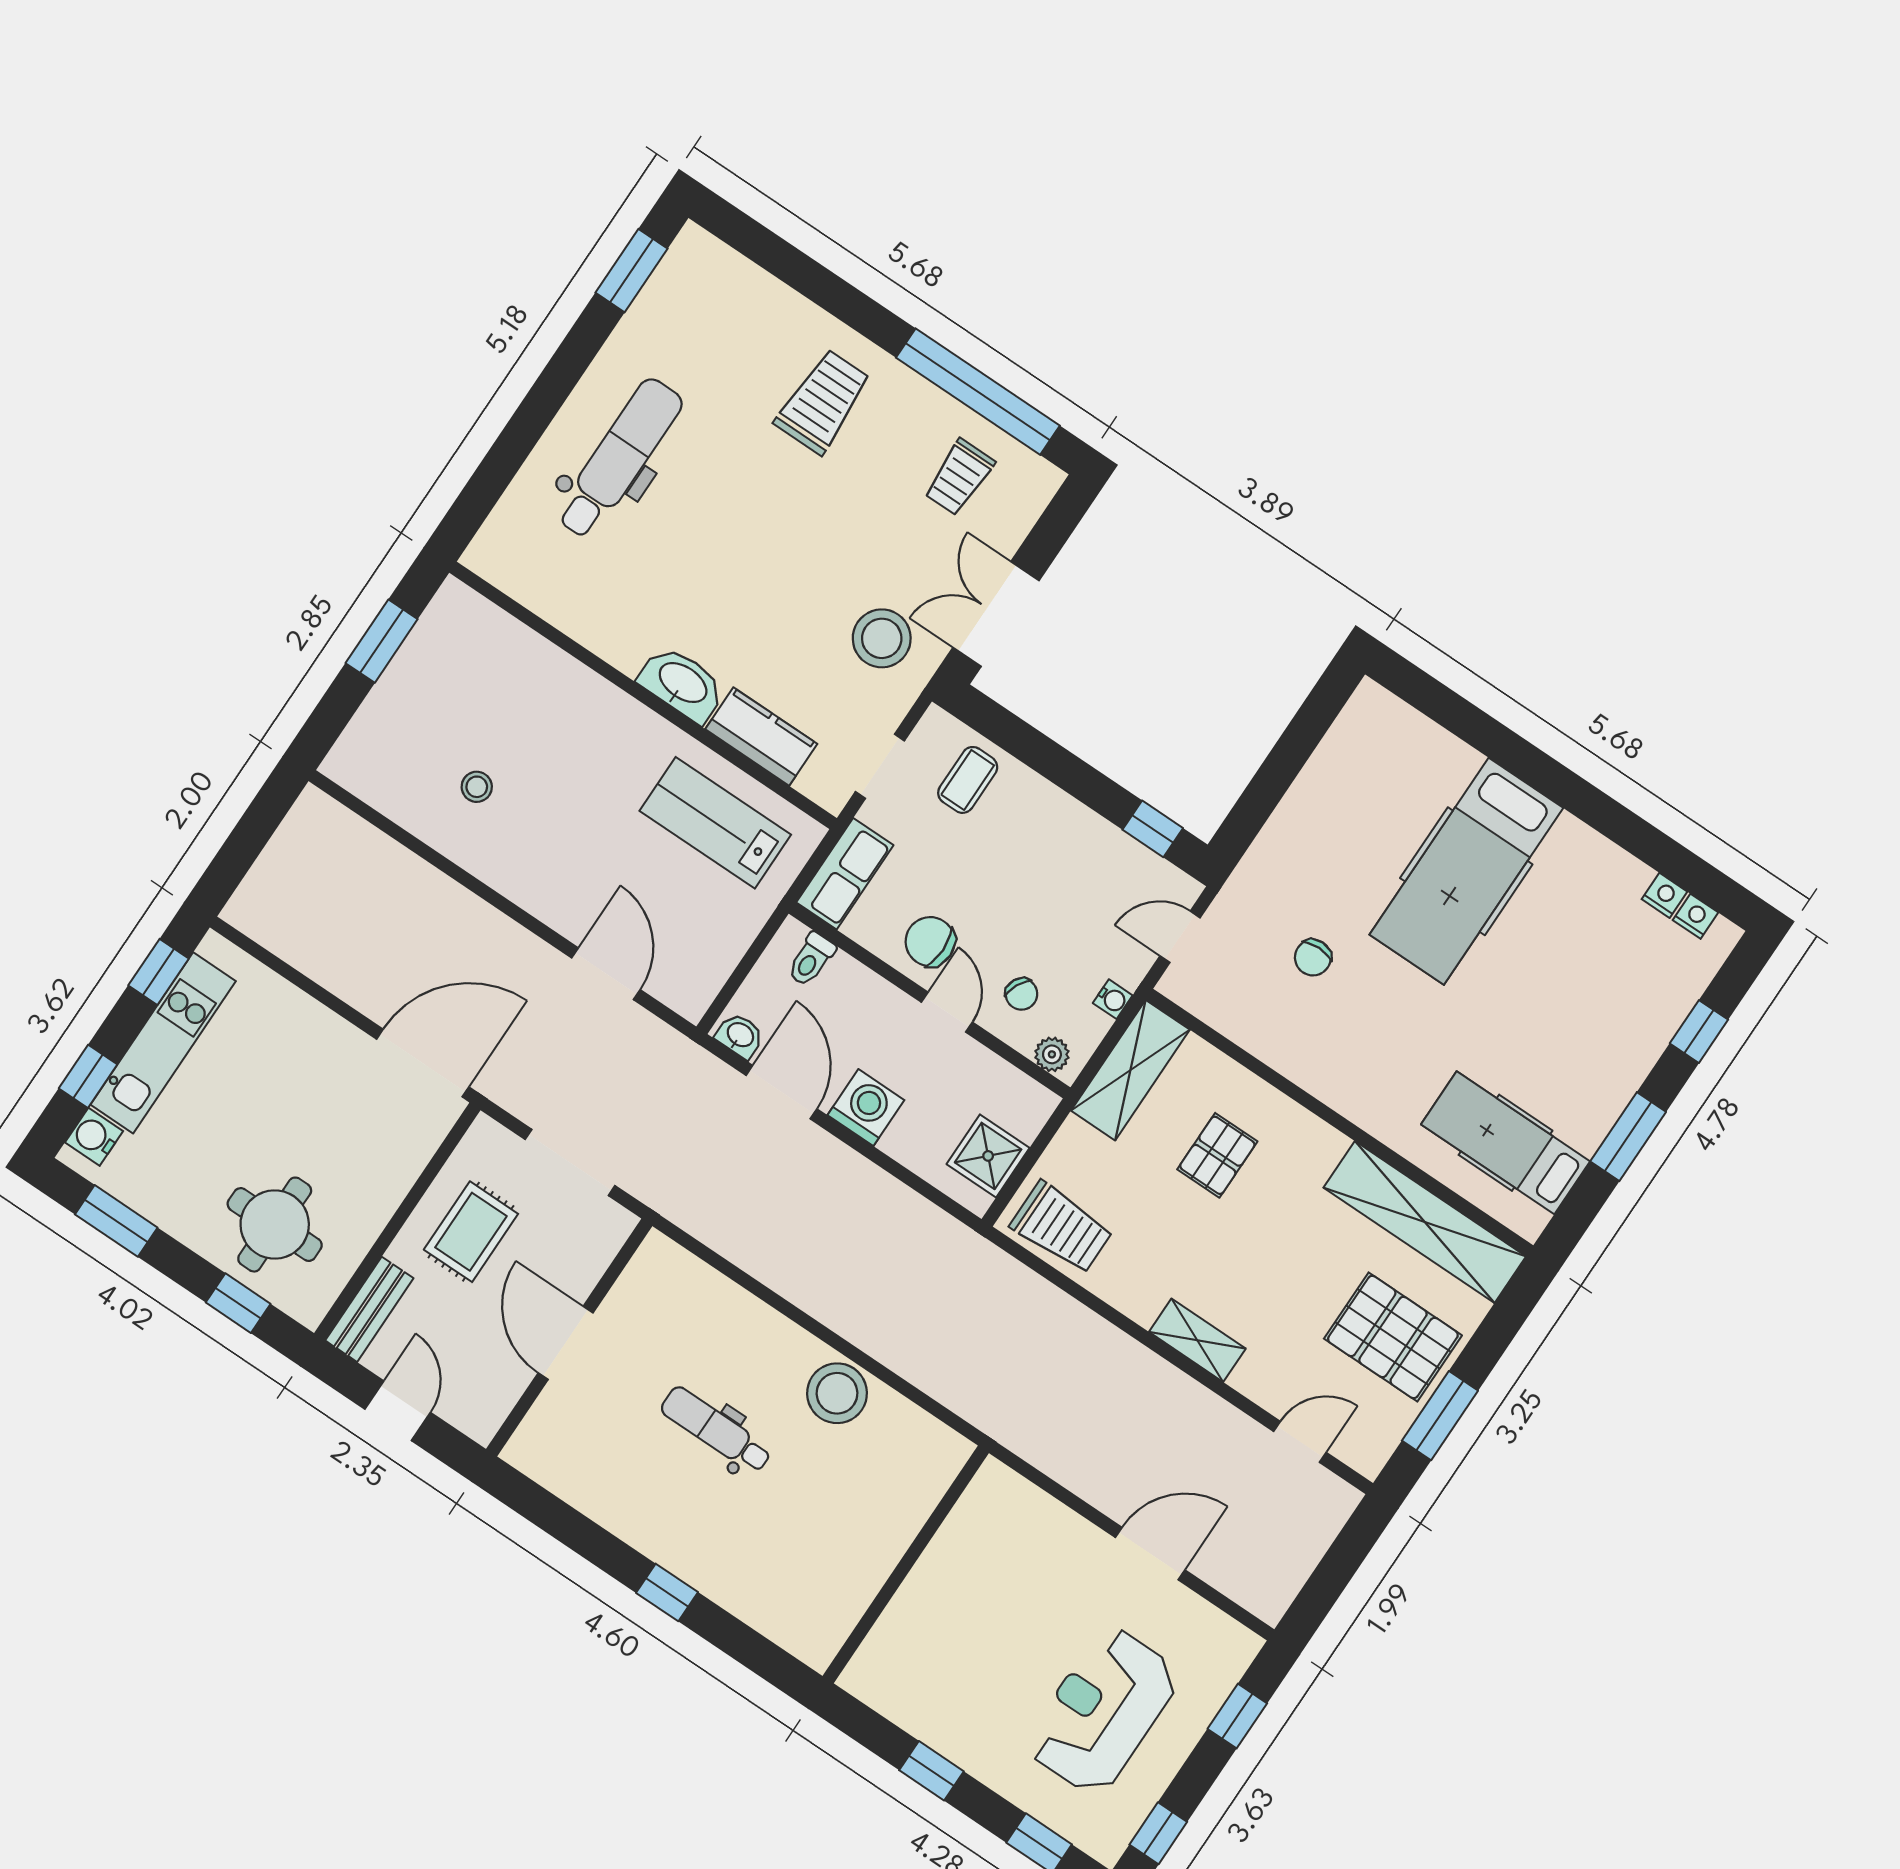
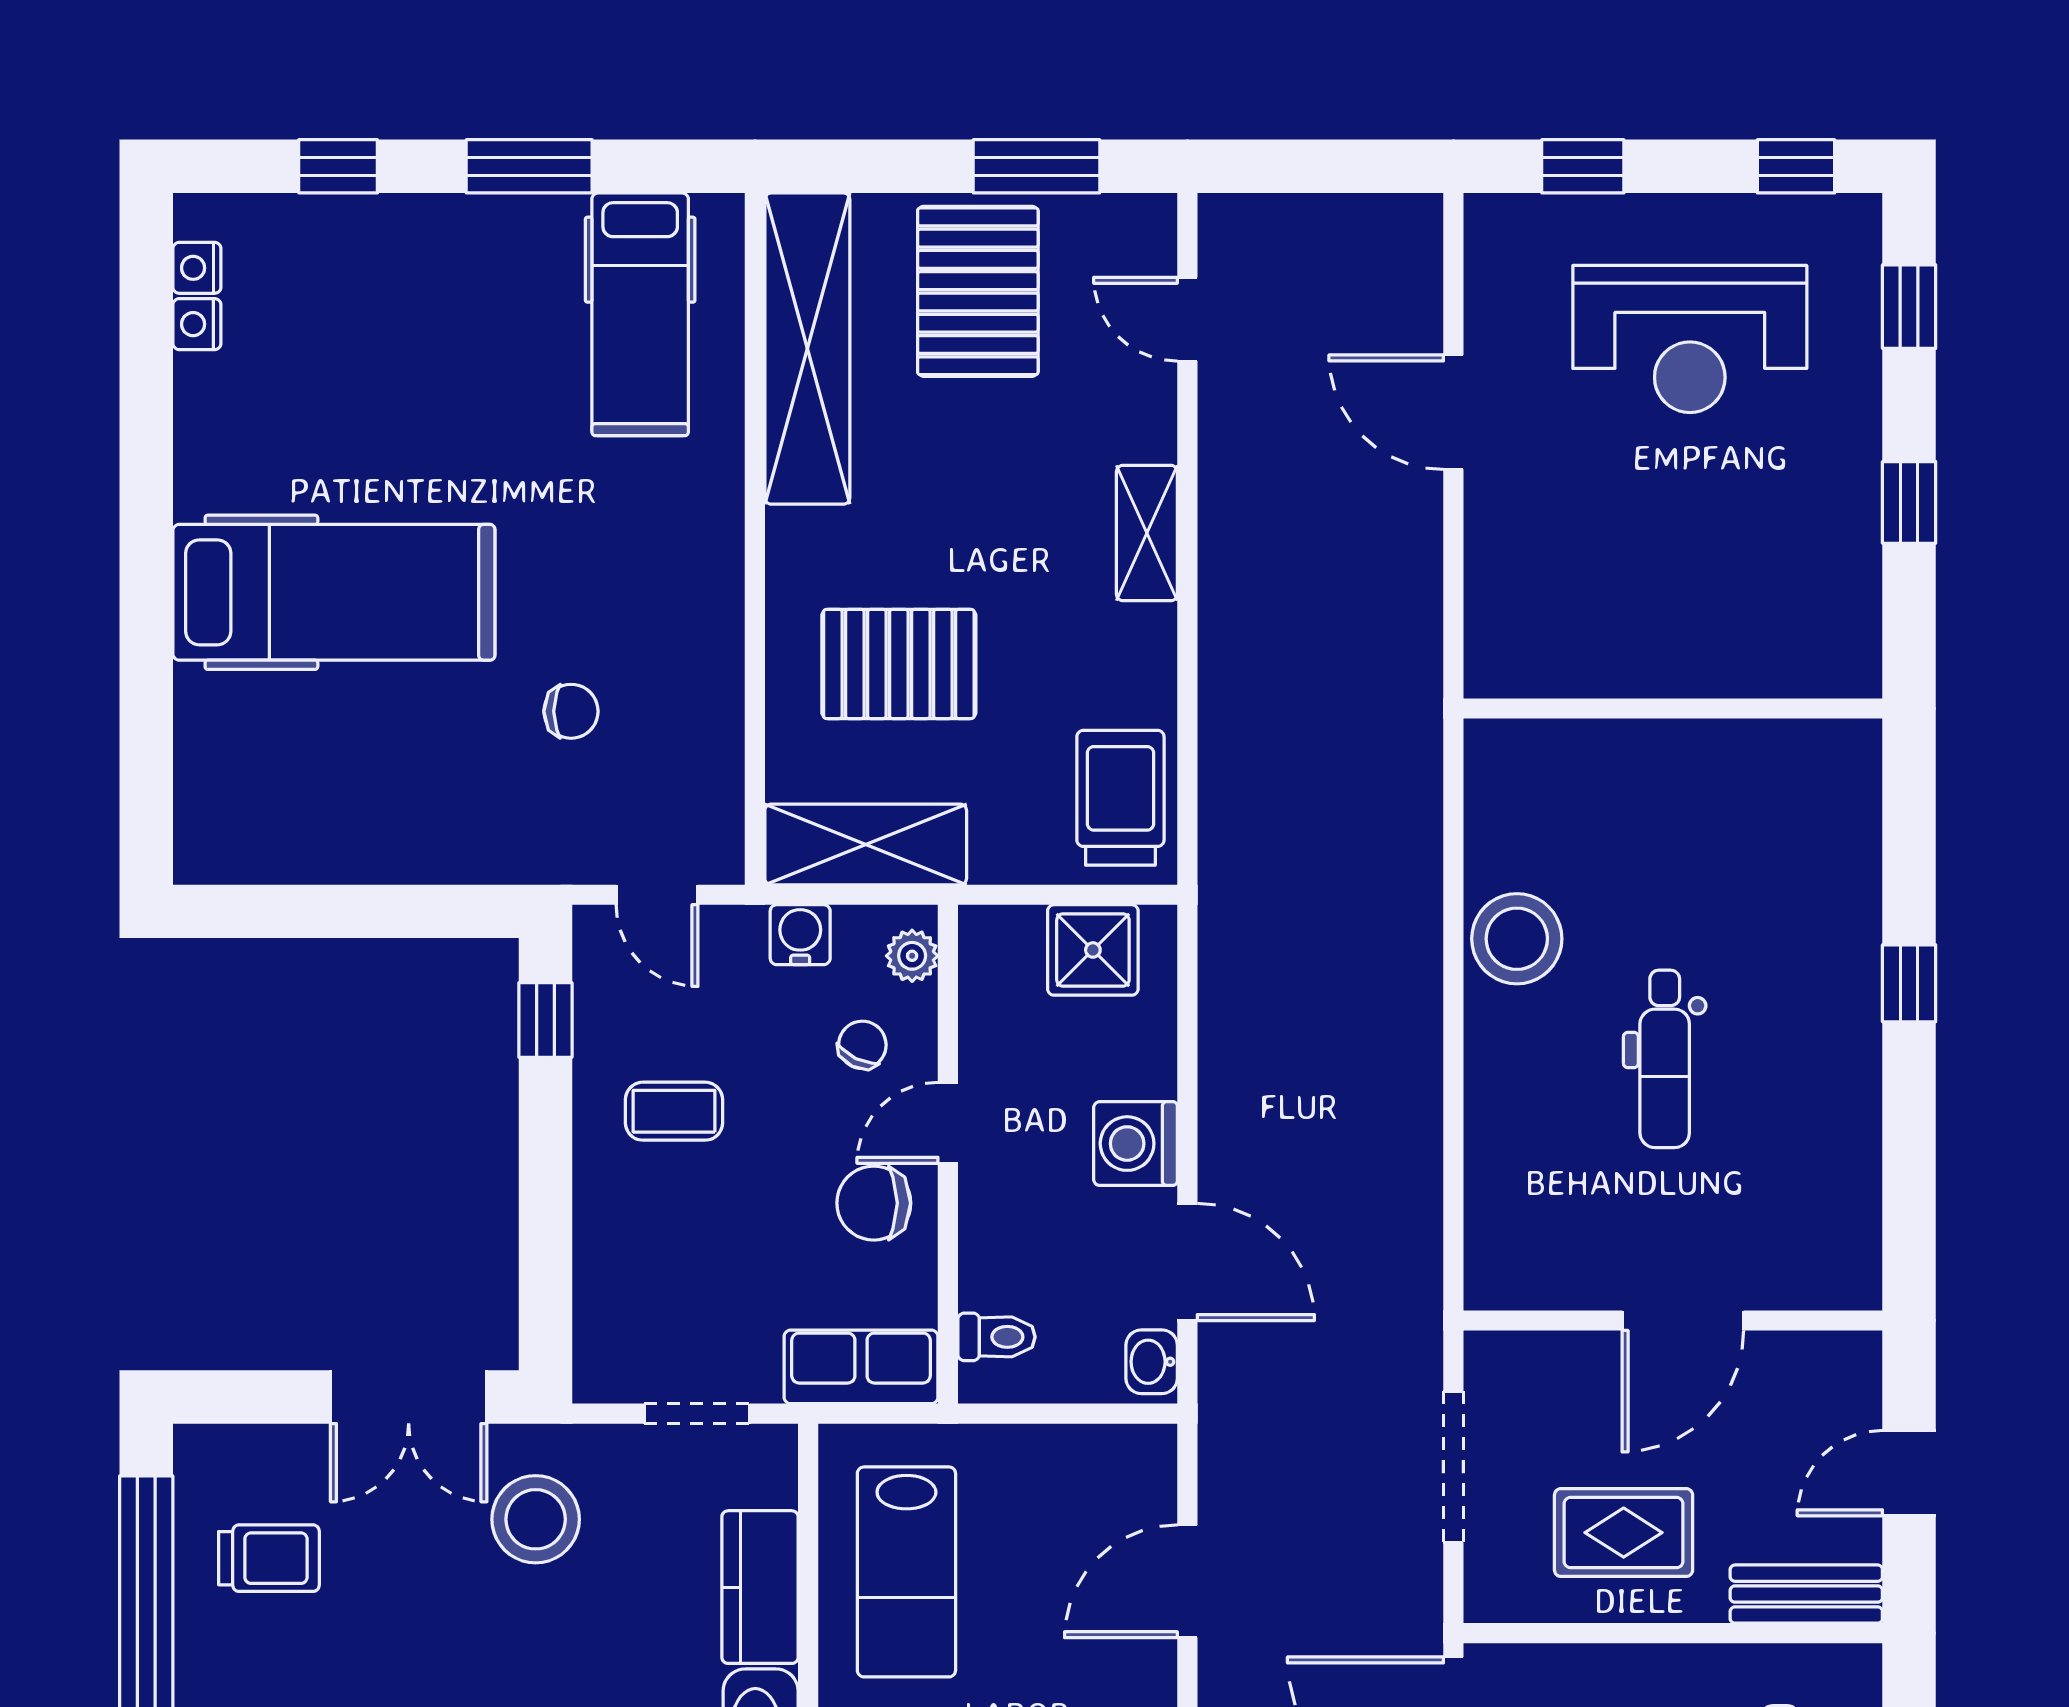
coffee table: (968, 780) -> (674, 1111), moved
chair: (930, 942) -> (874, 1203), turned 90
water cooler: (1113, 999) -> (800, 935), width x1.38, depth x1.38
door: (781, 1092) -> (1187, 1262), swing flipped
pallet: (1217, 1155) -> (899, 664), width x1.50, depth x1.42

